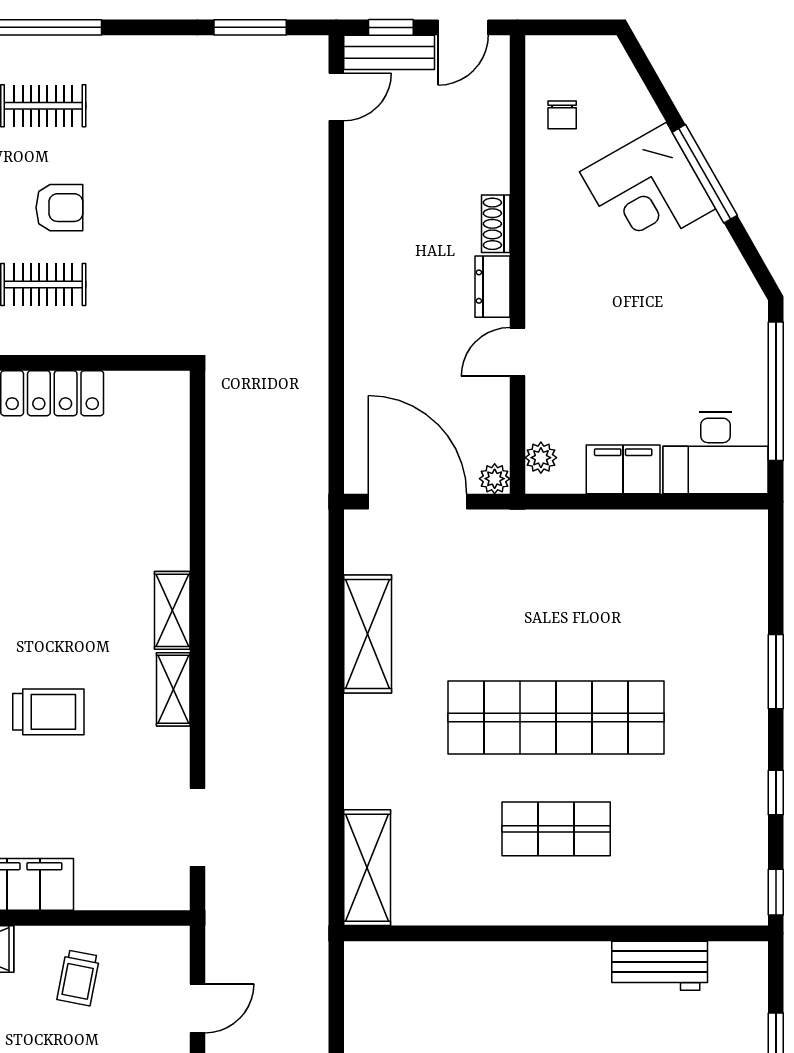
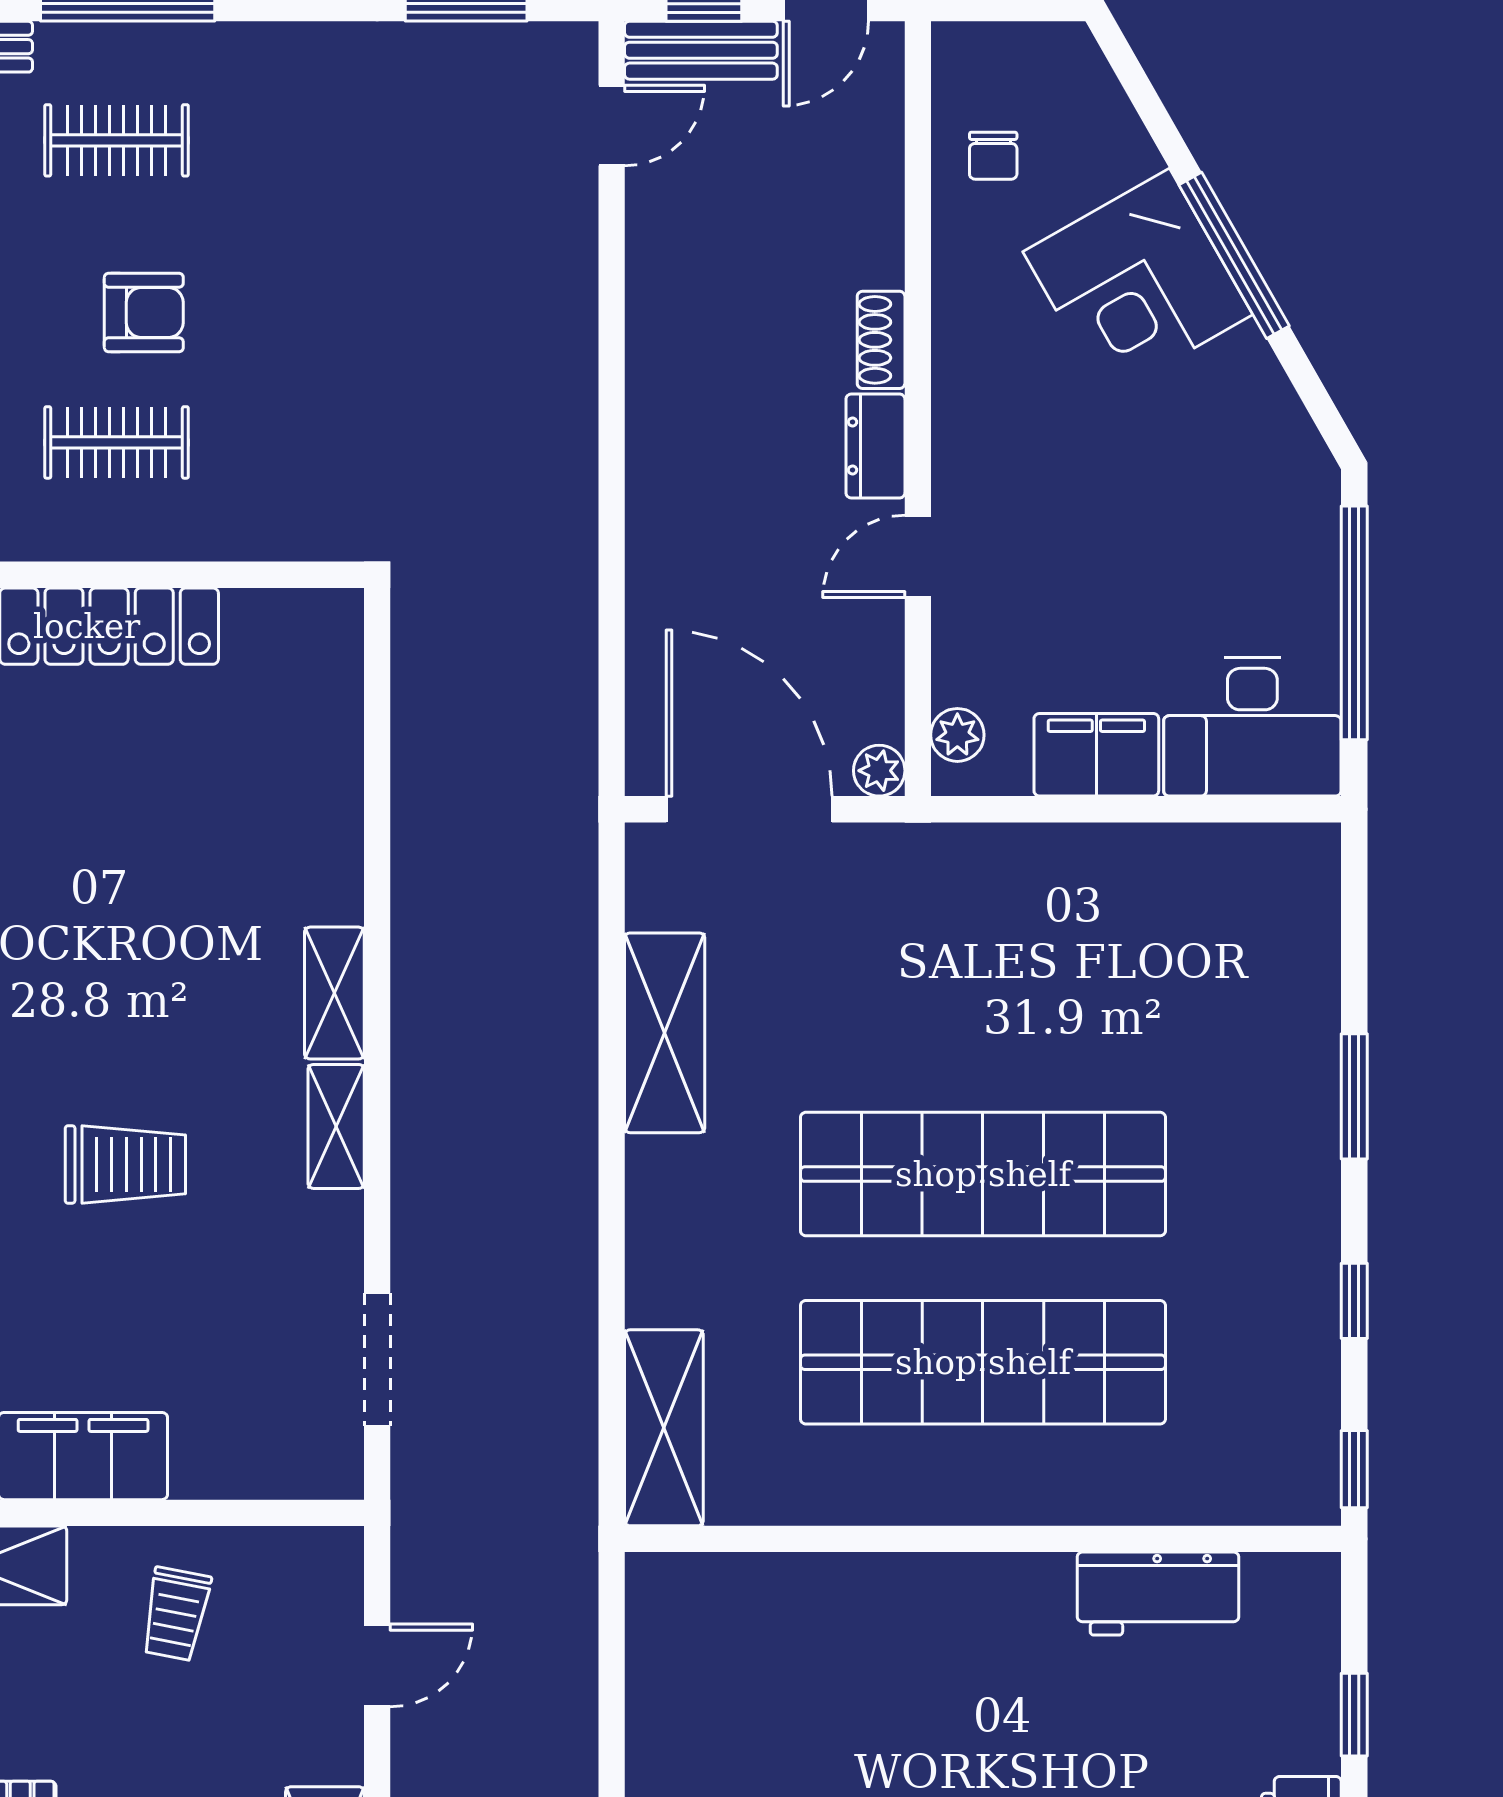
shop shelf: (556, 829) -> (983, 1362), width x2.00, depth x1.36

